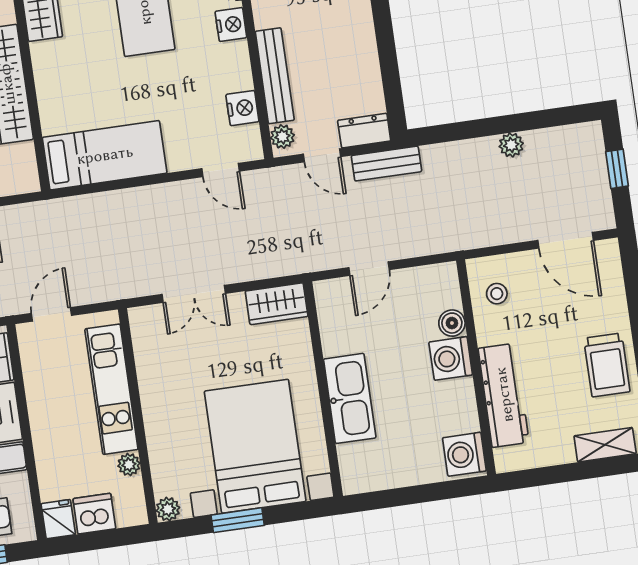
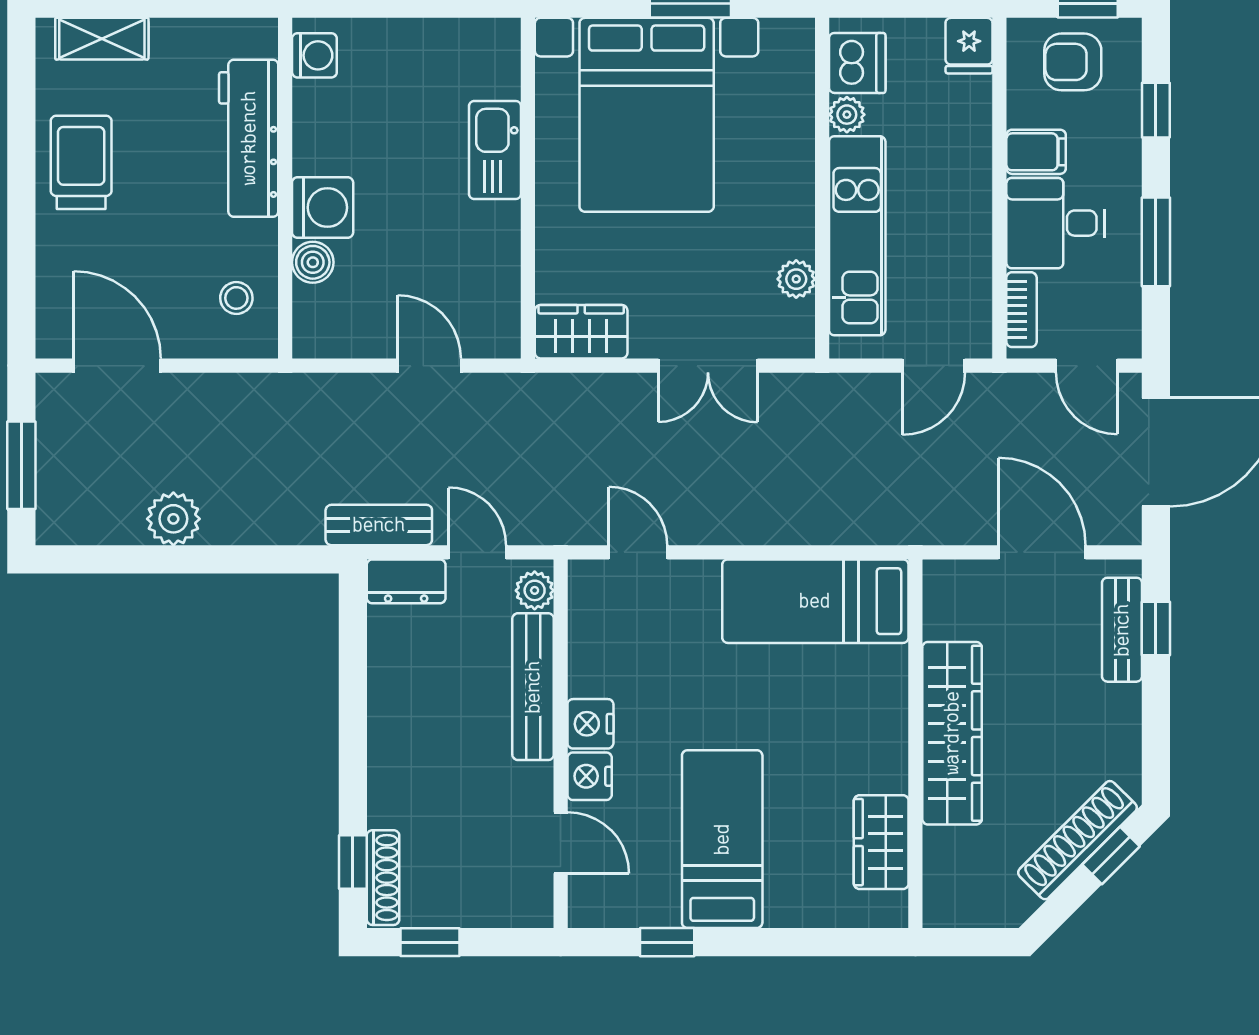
nightstand: (242, 108) -> (590, 724), moved
plant: (511, 145) -> (173, 519), width x1.38, depth x1.38
window: (617, 169) -> (21, 465), width x1.50
door: (369, 269) -> (429, 366), hinge flipped
double door: (194, 294) -> (708, 366), swing flipped
kitchen sink: (350, 398) -> (495, 150), width x0.73, depth x0.81
washing machine: (464, 454) -> (314, 55), width x0.73, depth x0.73
plant: (168, 509) -> (796, 279), moved
dishwasher: (94, 514) -> (857, 63), moved, turned -90

